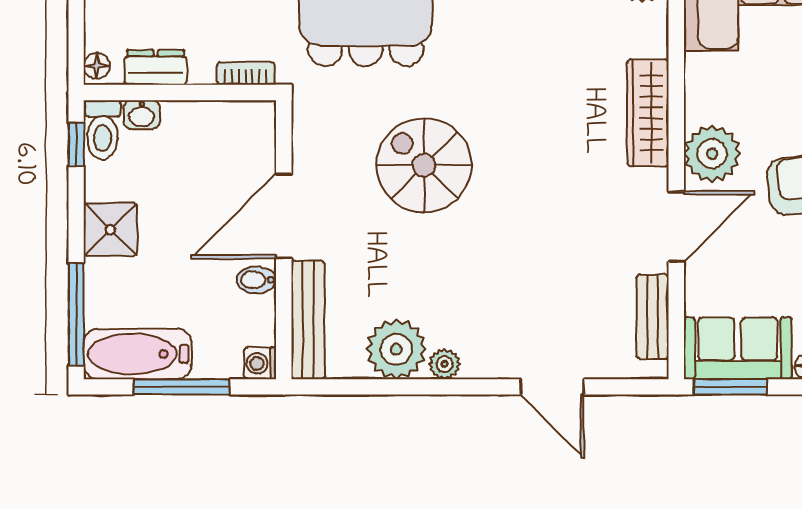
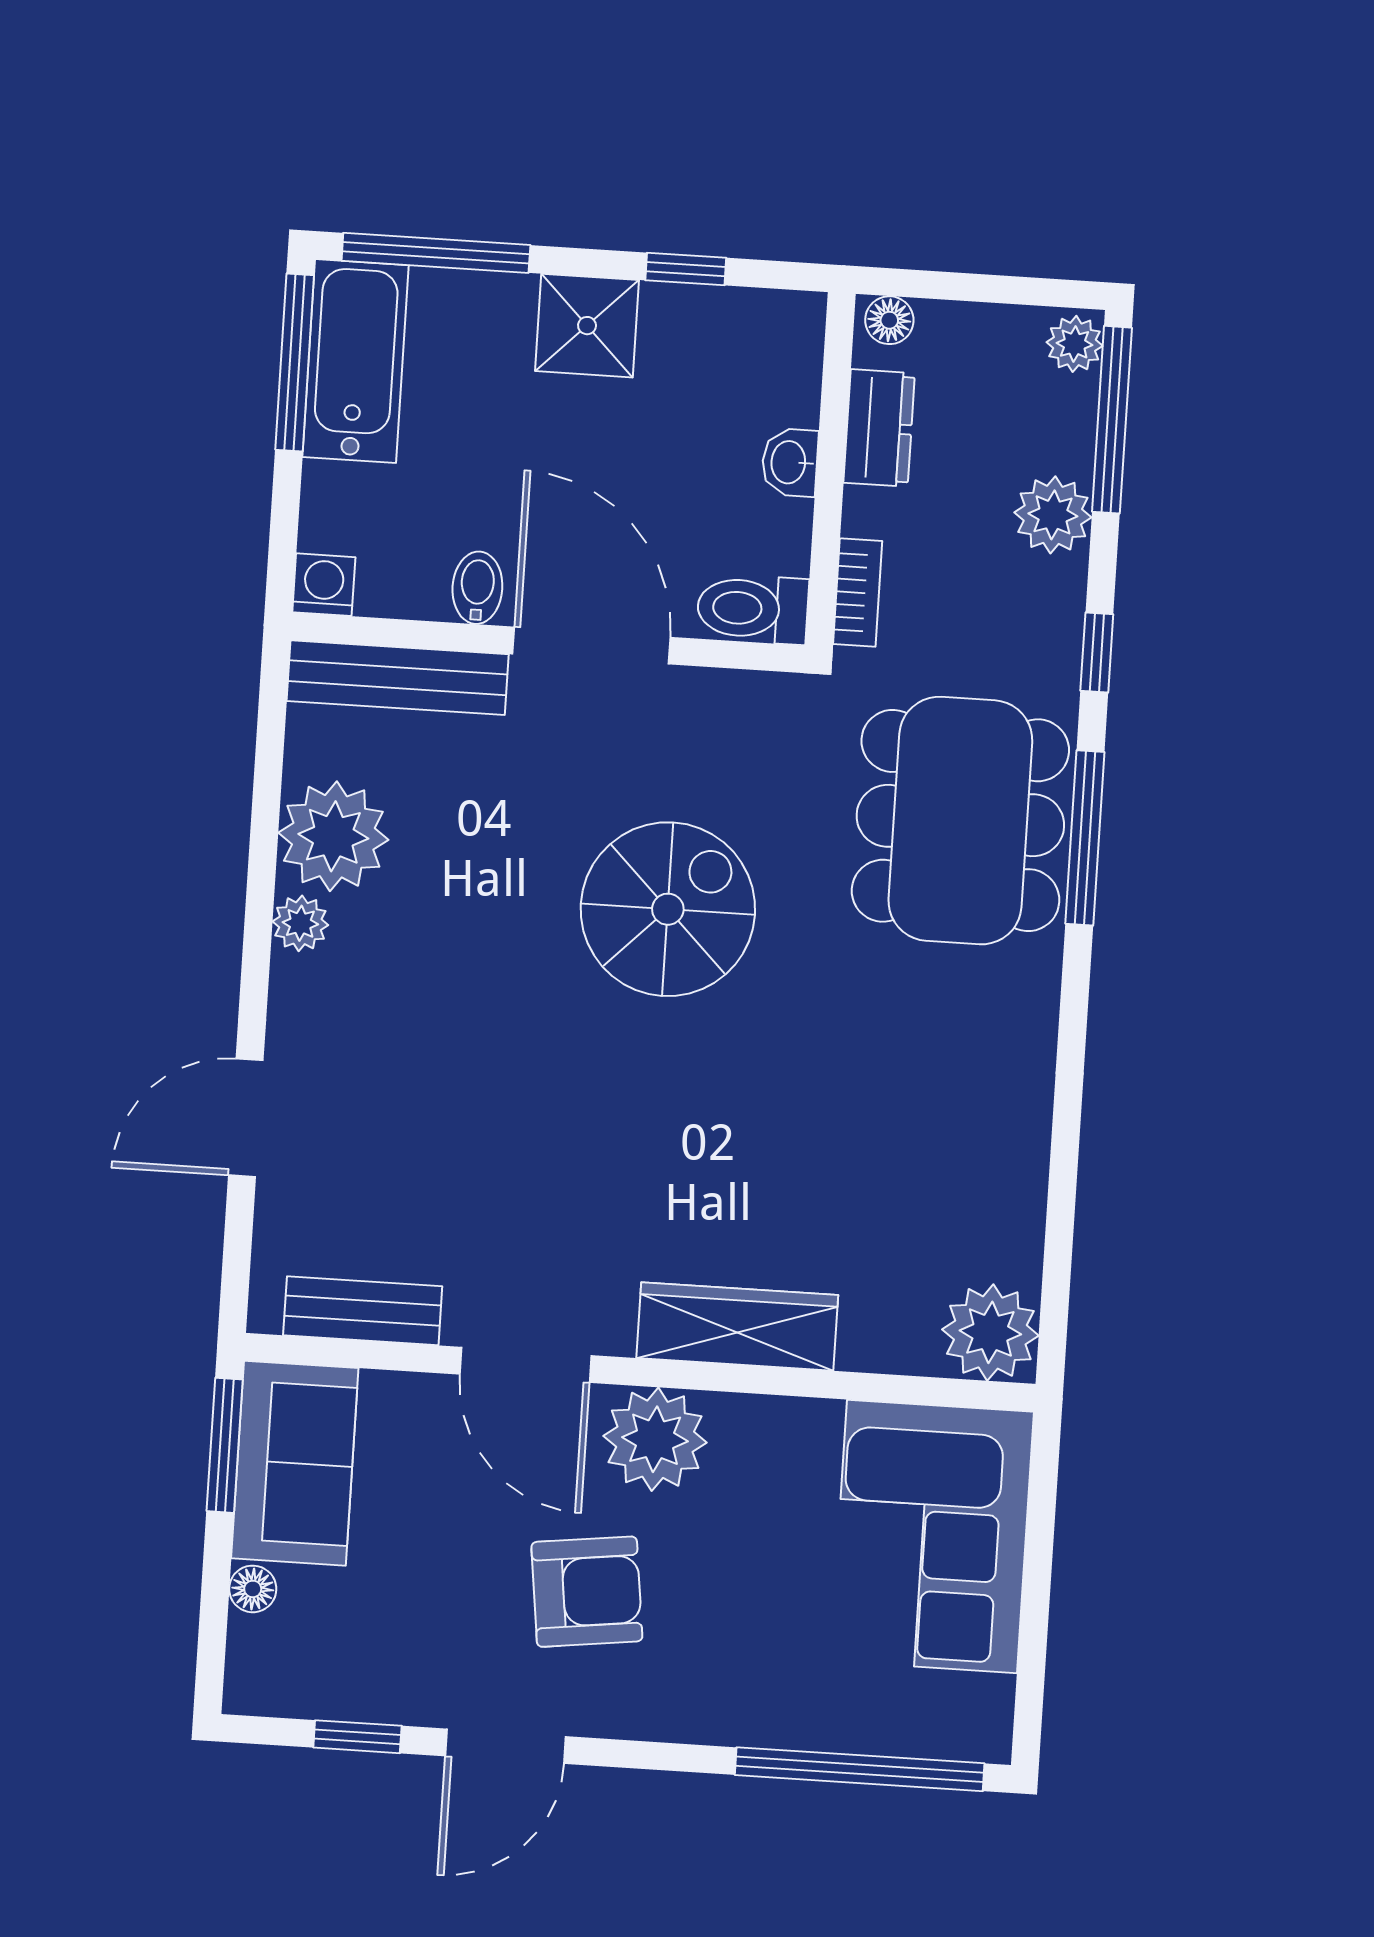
washbasin: (142, 115) -> (790, 462), moved
toilet: (103, 130) -> (753, 609), moved
window: (76, 144) -> (686, 269), moved
window: (182, 387) -> (295, 362), moved

